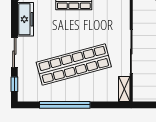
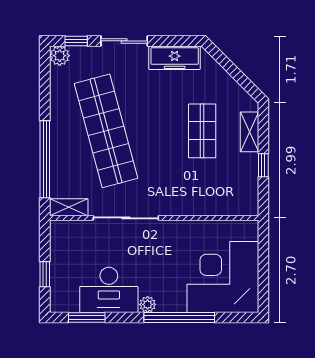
plant: (24, 95) -> (60, 56), added
window: (65, 105) -> (45, 159), moved

